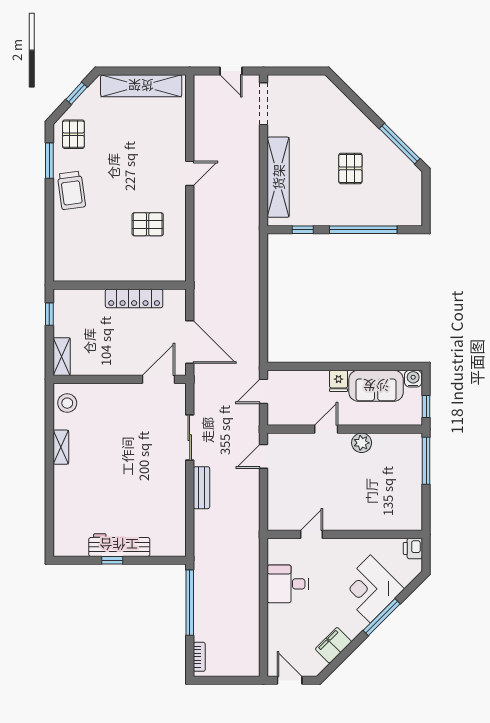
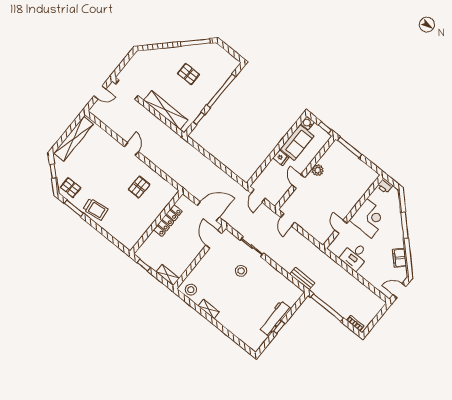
stool: (146, 449) -> (241, 271), added
bench: (201, 488) -> (302, 279), moved
corner desk: (370, 589) -> (369, 218), moved, turned -135

